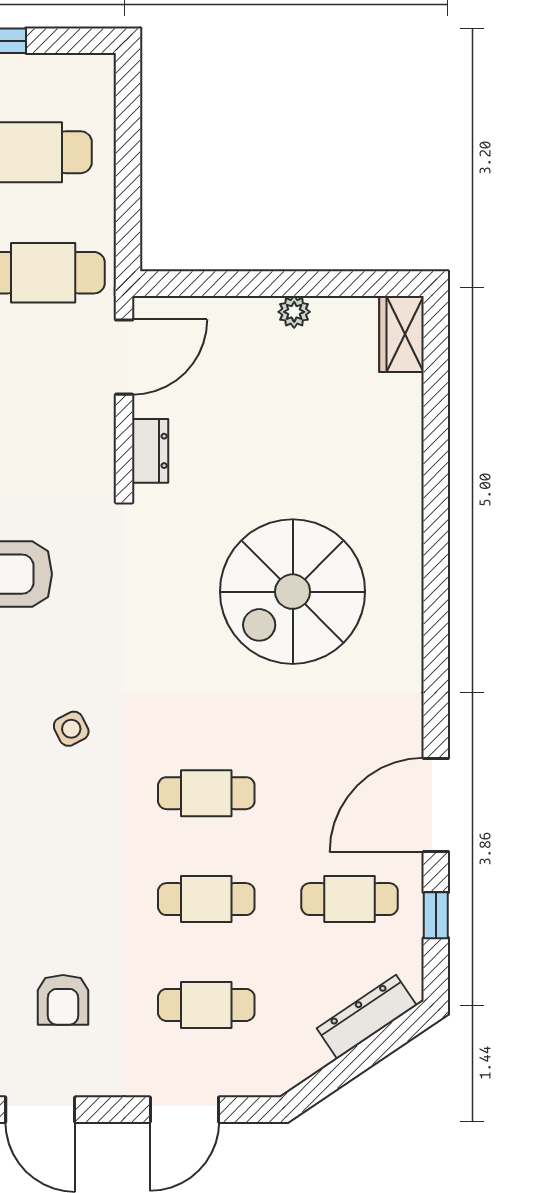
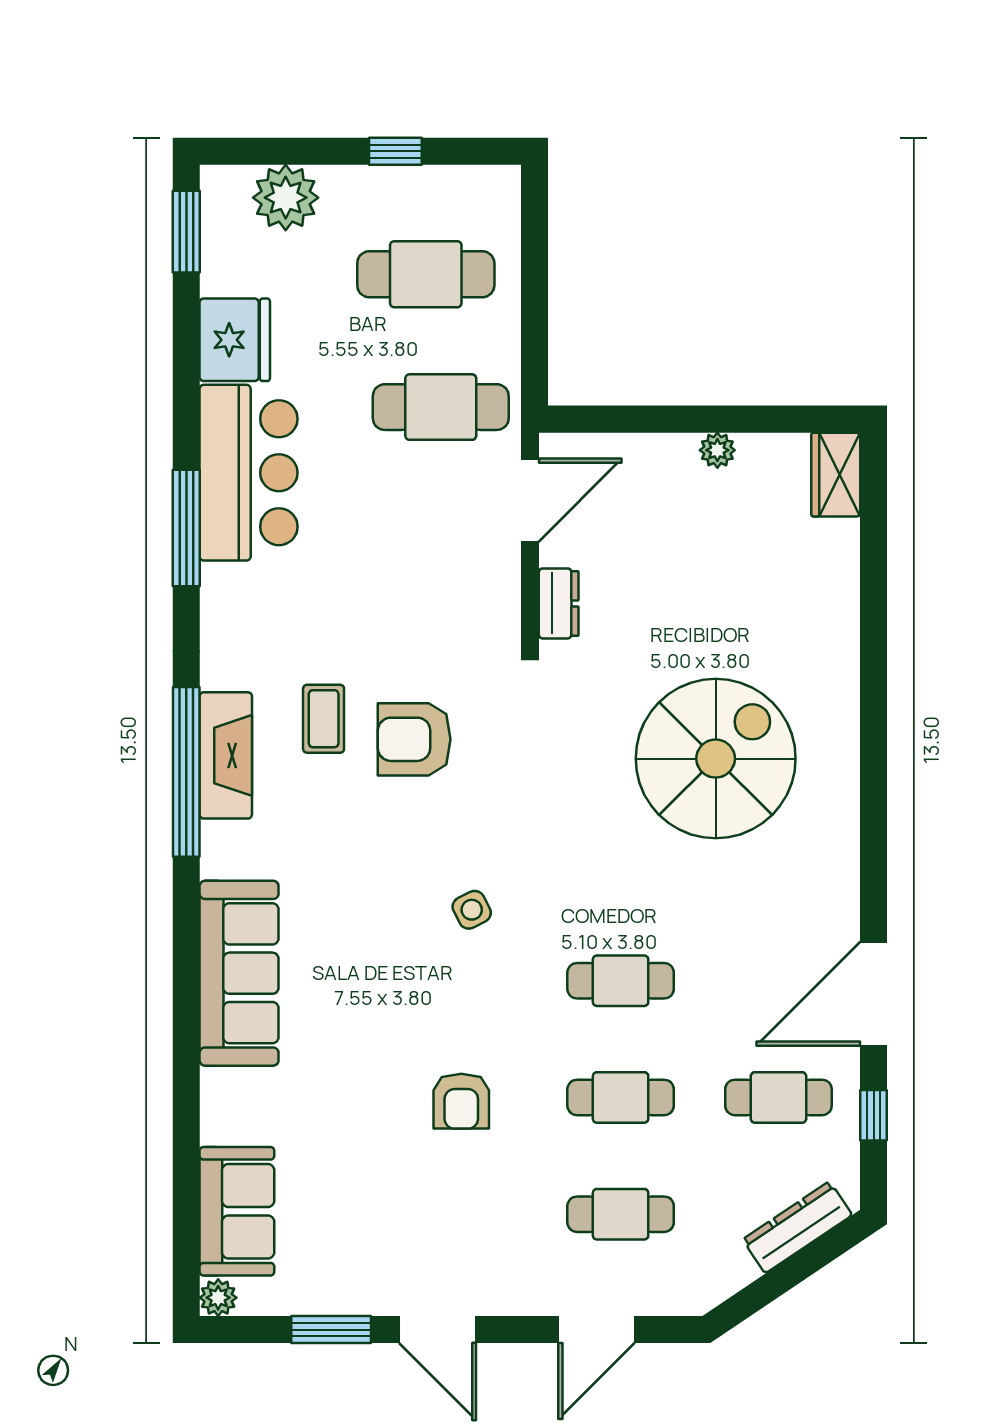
spiral stairs: (293, 592) -> (716, 759), turned 180
armchair: (63, 1000) -> (461, 1101), moved

